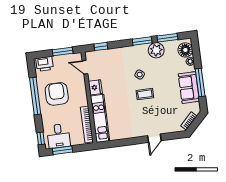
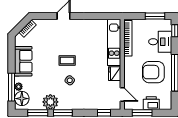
printer: (45, 64) -> (151, 103), moved
window: (200, 83) -> (12, 87), moved
armchair: (57, 94) -> (153, 72), turned 90
desk: (59, 136) -> (160, 42), moved, turned 90

